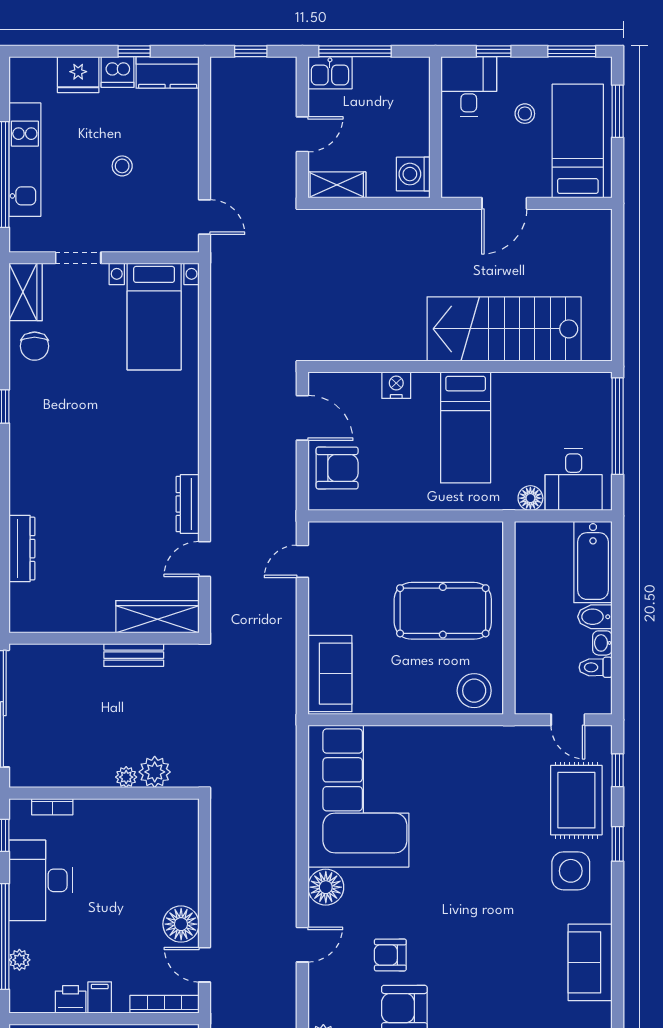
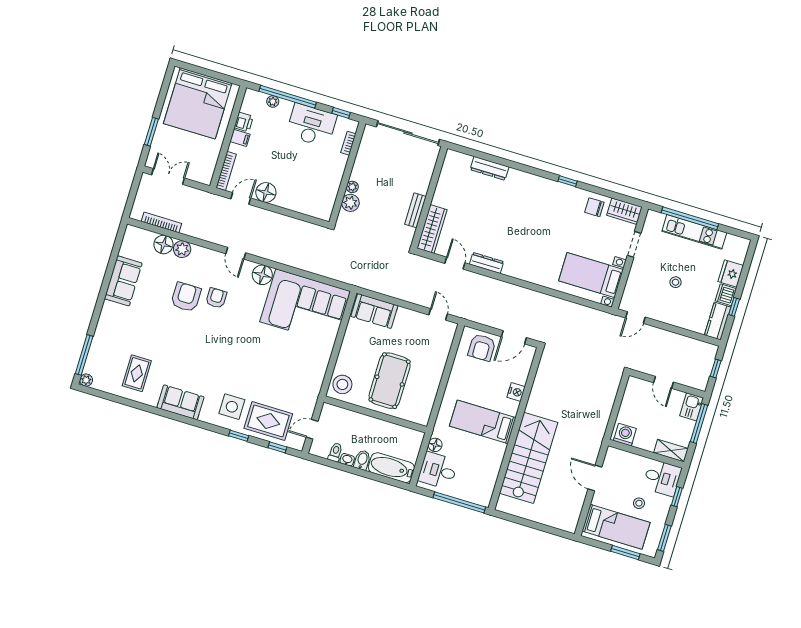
shelving: (337, 185) -> (671, 451), moved, turned 90

